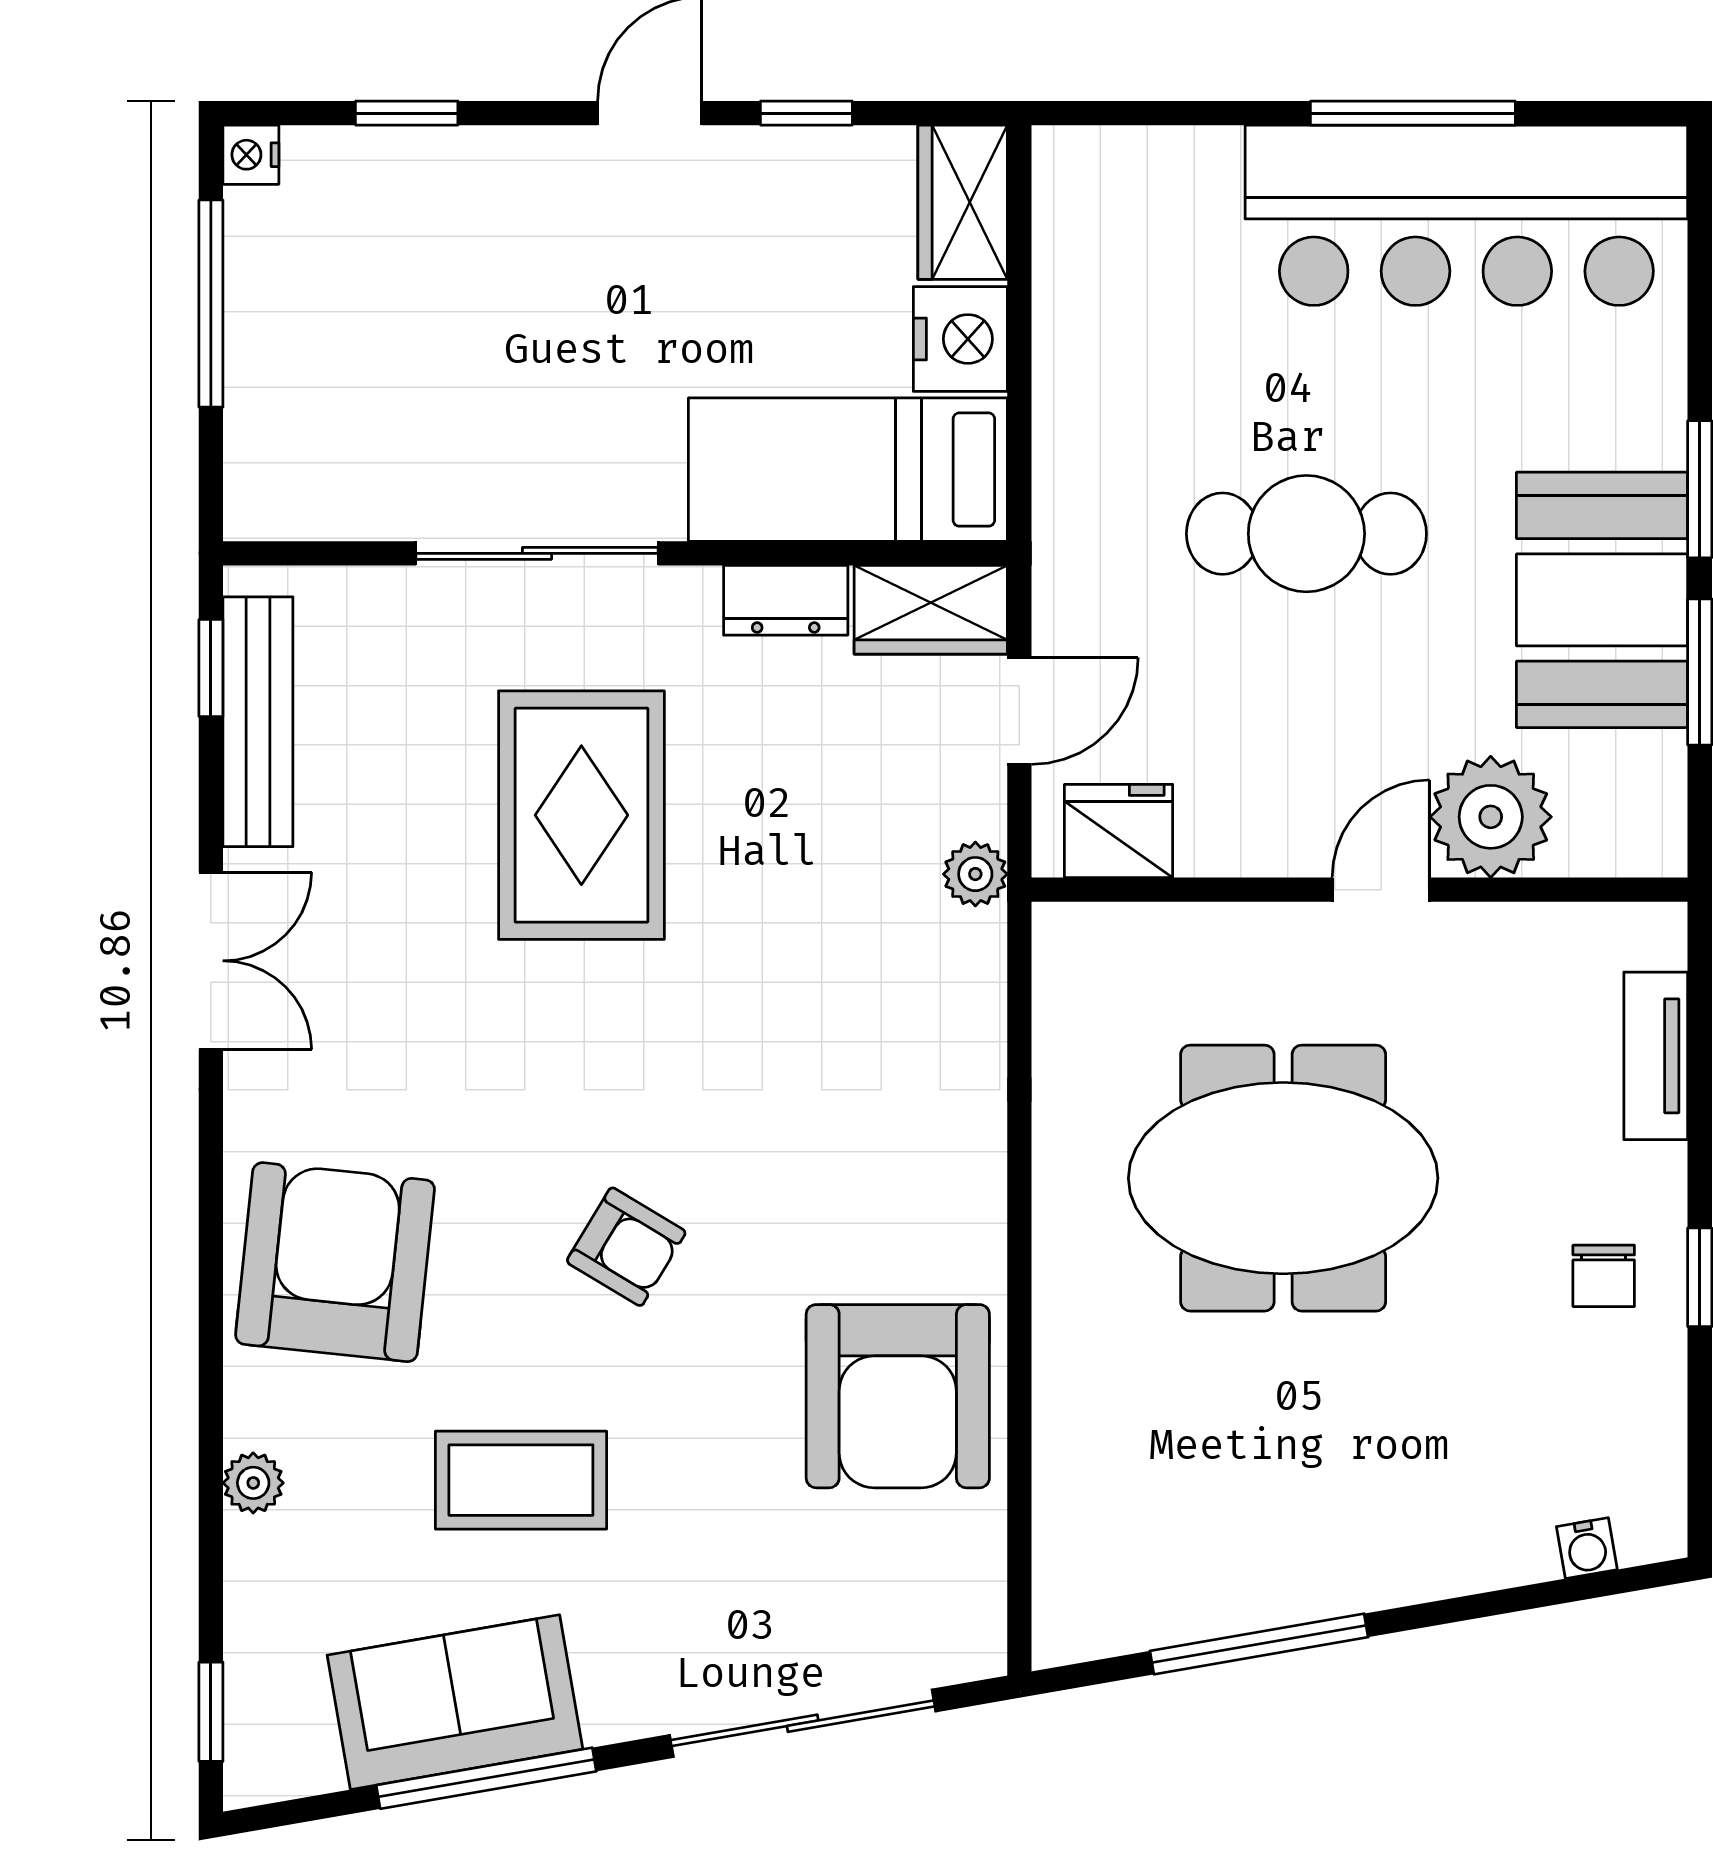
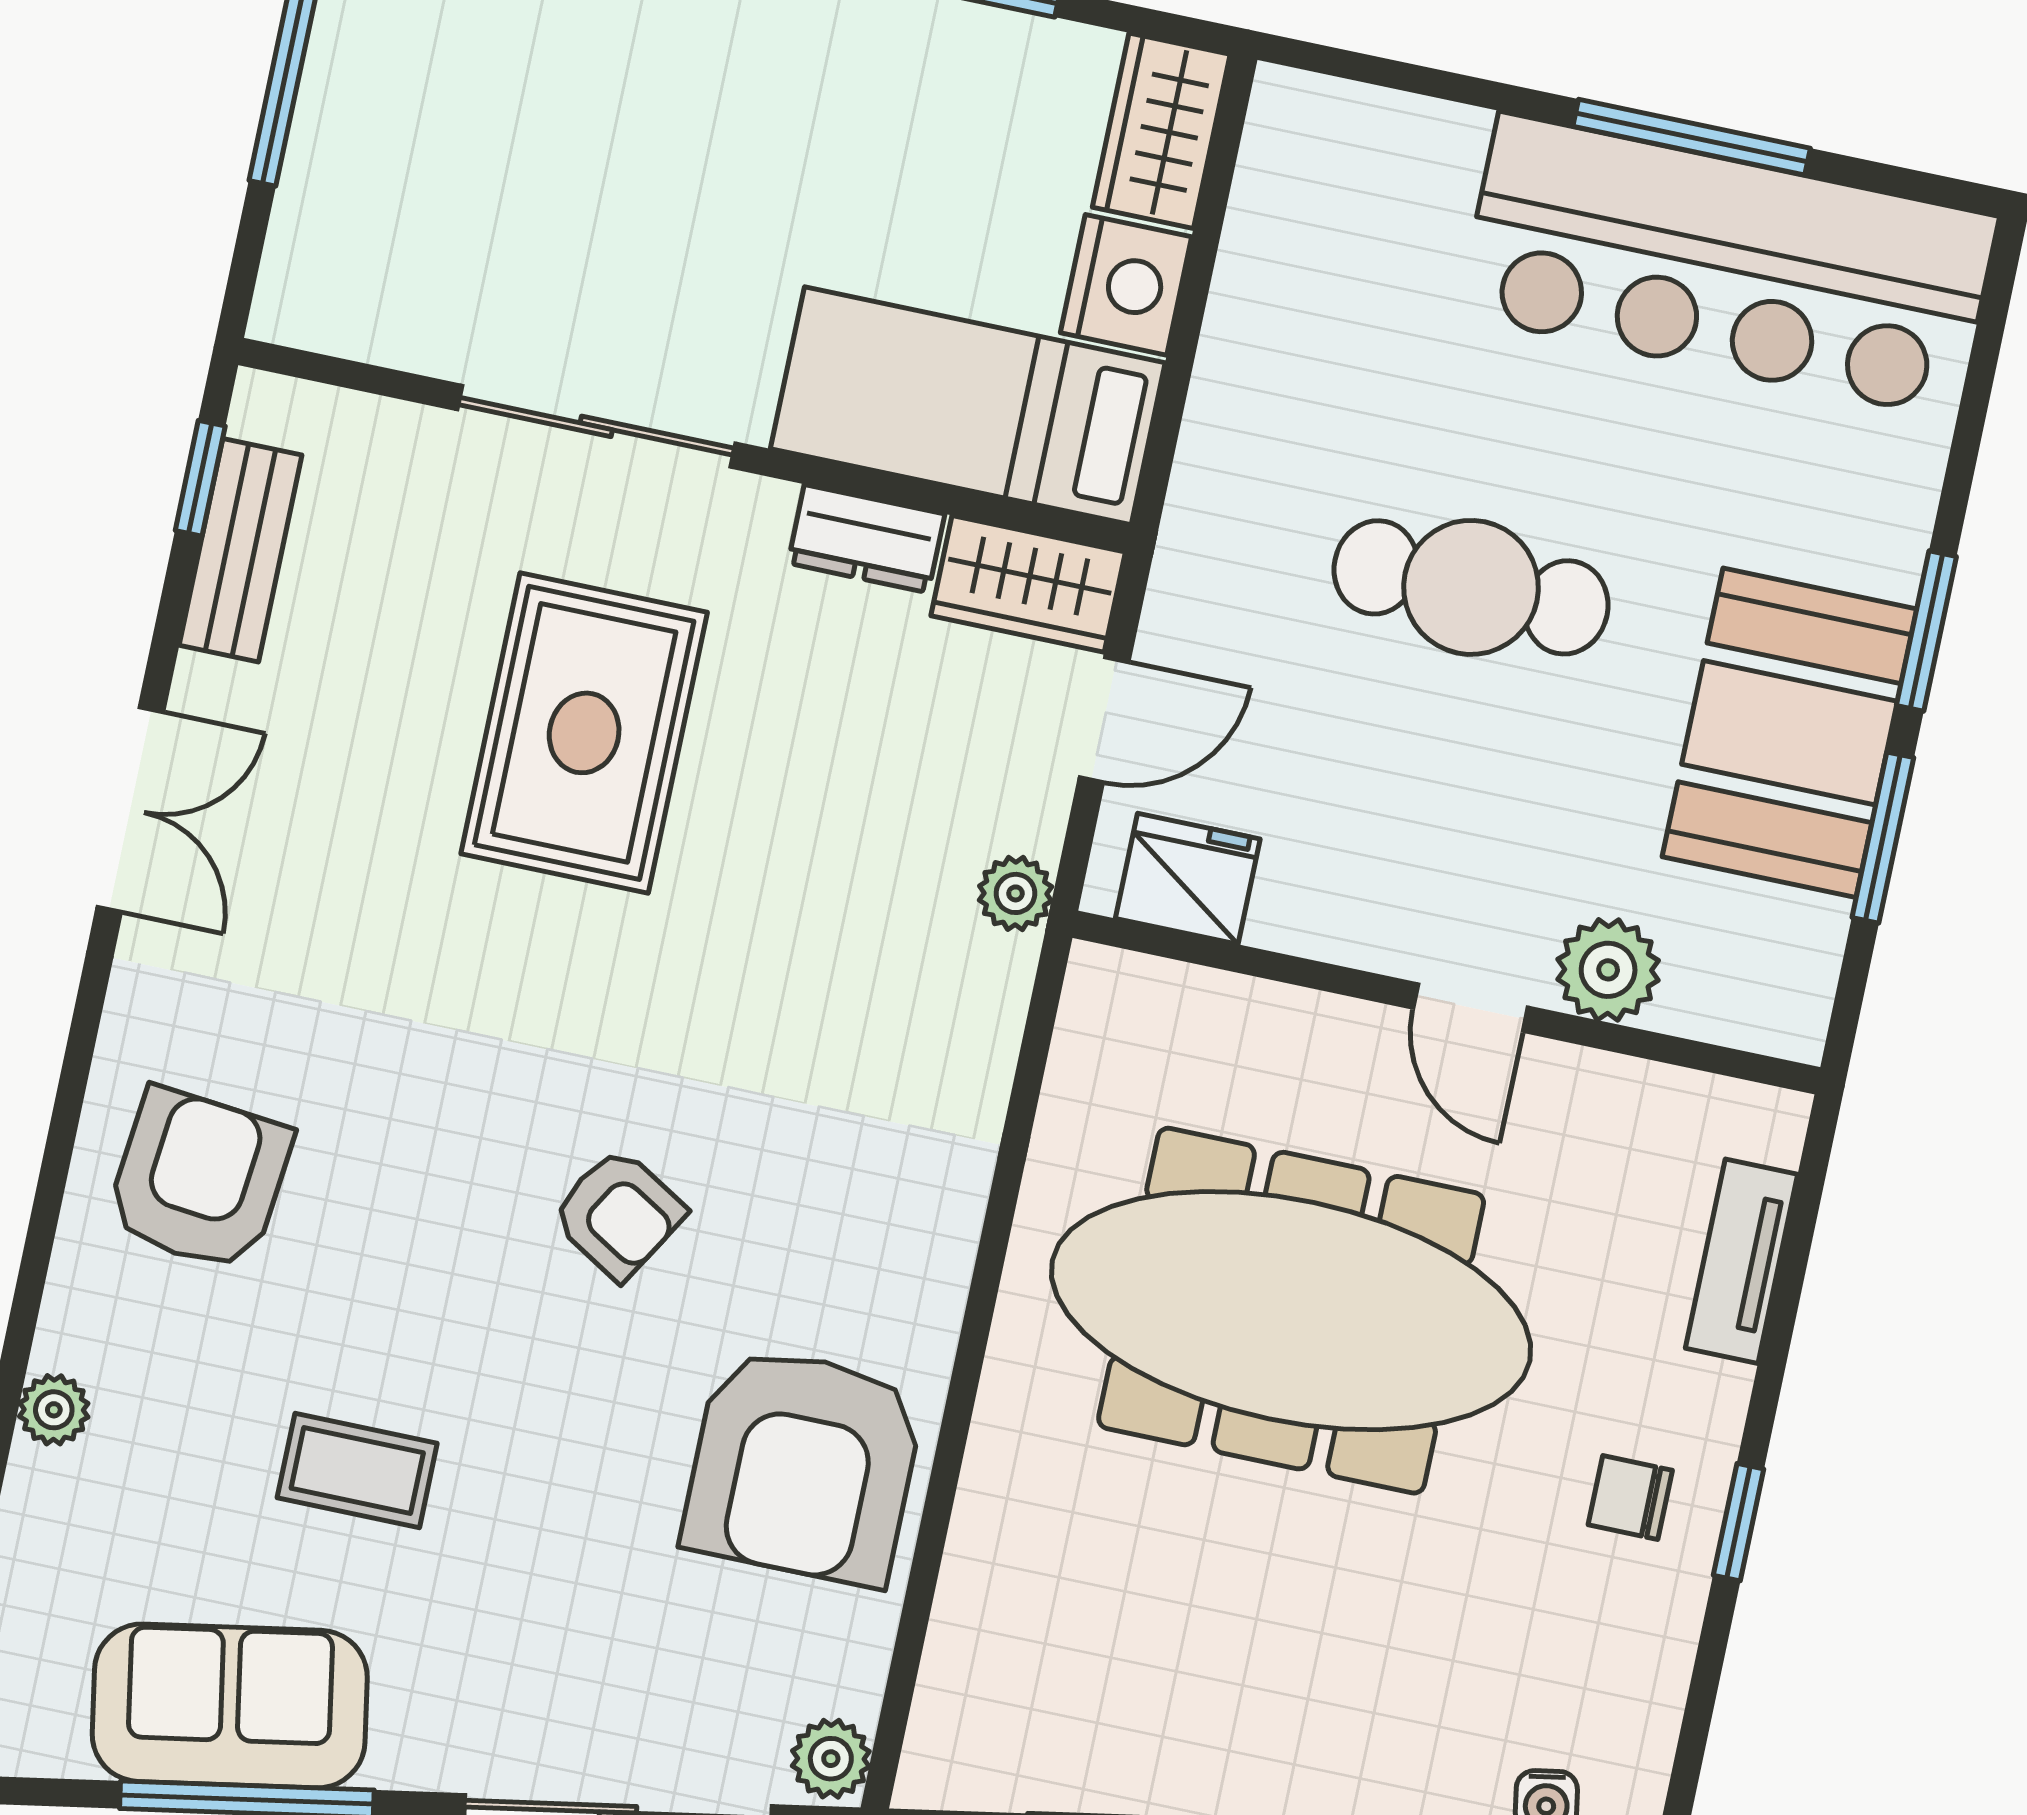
bench: (258, 722) -> (241, 550), width x0.73
plant: (1491, 817) -> (1608, 970), width x0.73, depth x0.73
door: (1381, 890) -> (1470, 1008), swing flipped
meeting table: (1283, 1178) -> (1291, 1311), width x1.36
armchair: (626, 1247) -> (618, 1214), moved
armchair: (335, 1262) -> (199, 1180), width x0.73, depth x0.73
chair: (1604, 1276) -> (1630, 1498), turned 90
coffee table: (521, 1480) -> (357, 1470), width x0.73, depth x0.77
plant: (973, 1640) -> (831, 1759), added

